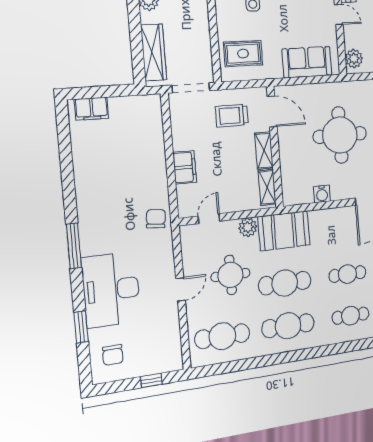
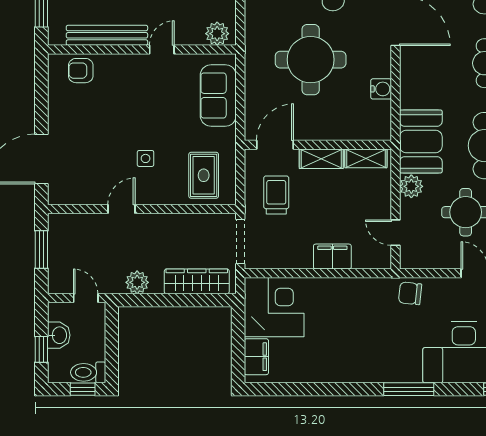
trolley: (232, 116) -> (276, 195), turned 180
corner desk: (137, 121) -> (274, 307), added
chair: (156, 219) -> (410, 293), moved

